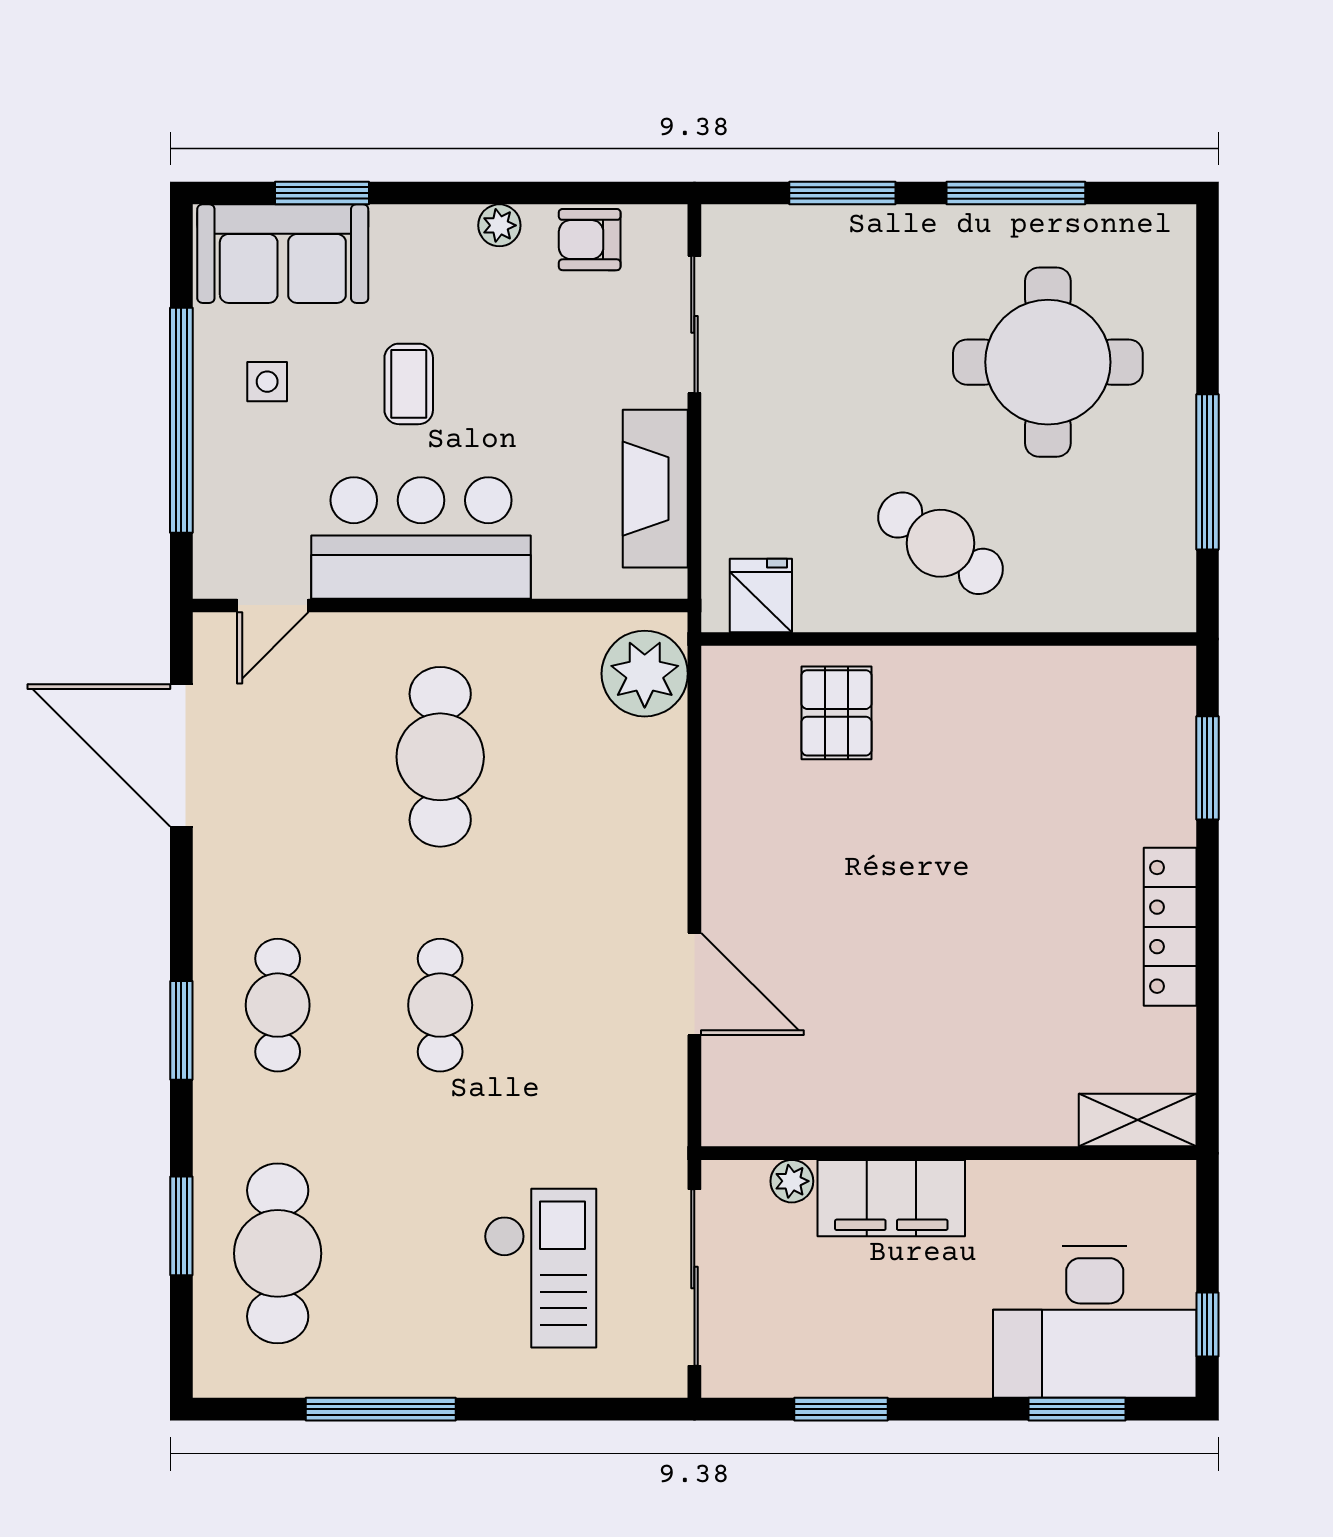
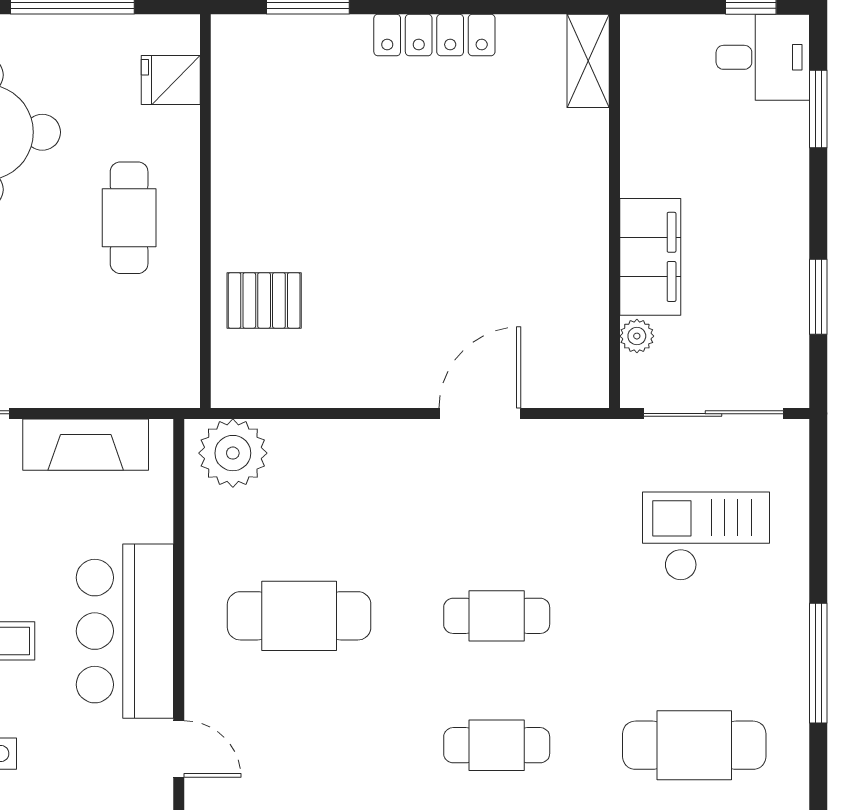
cafe table: (940, 543) -> (129, 218), turned -35
fridge: (761, 596) -> (171, 80), moved
desk: (1095, 1322) -> (763, 57), width x0.53, depth x0.77

